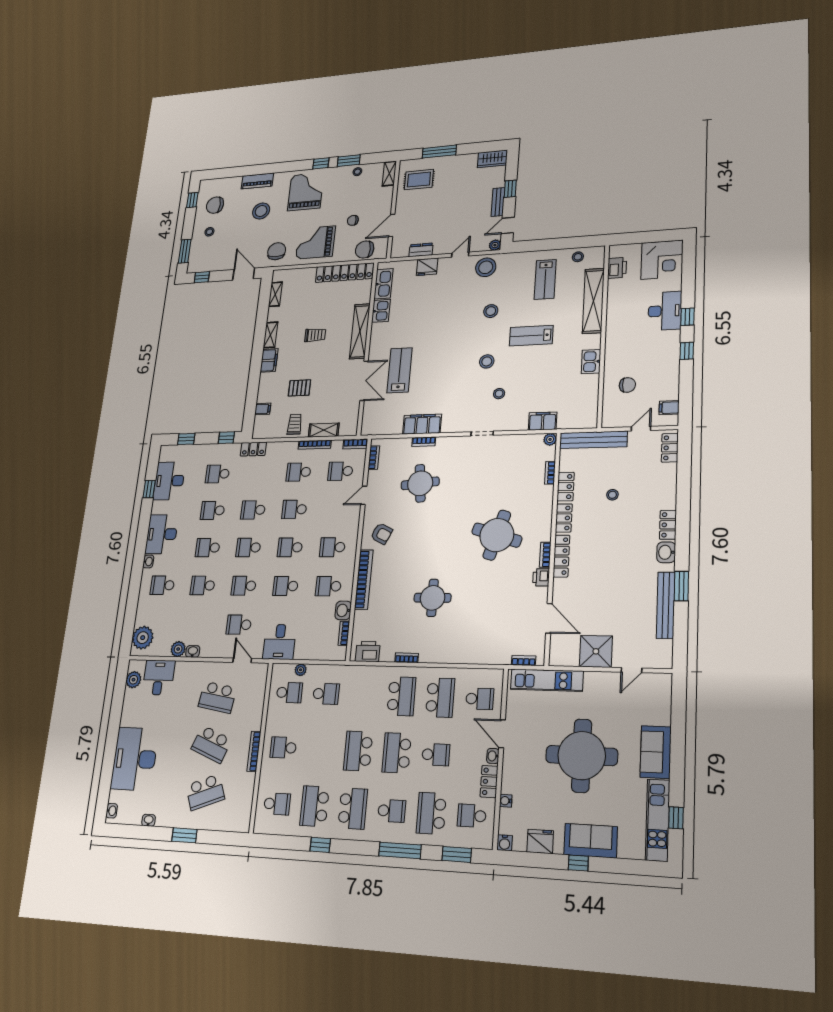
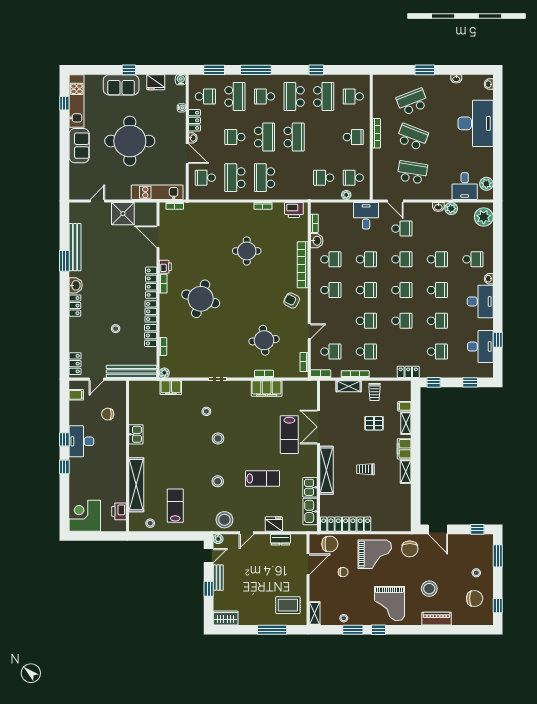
shelving: (275, 294) -> (406, 423), moved
desk: (665, 311) -> (81, 441), moved
lab bench: (531, 336) -> (263, 478), moved

